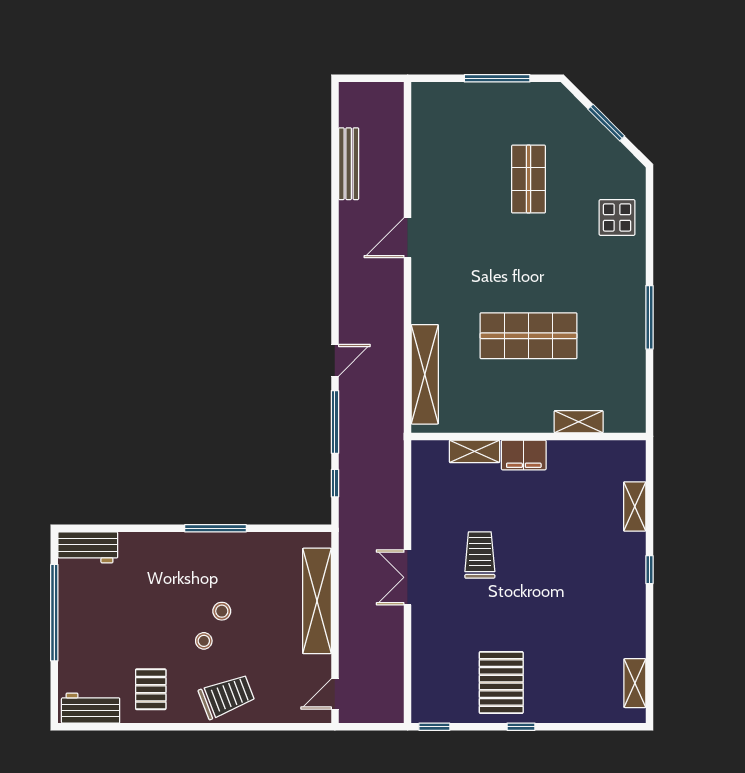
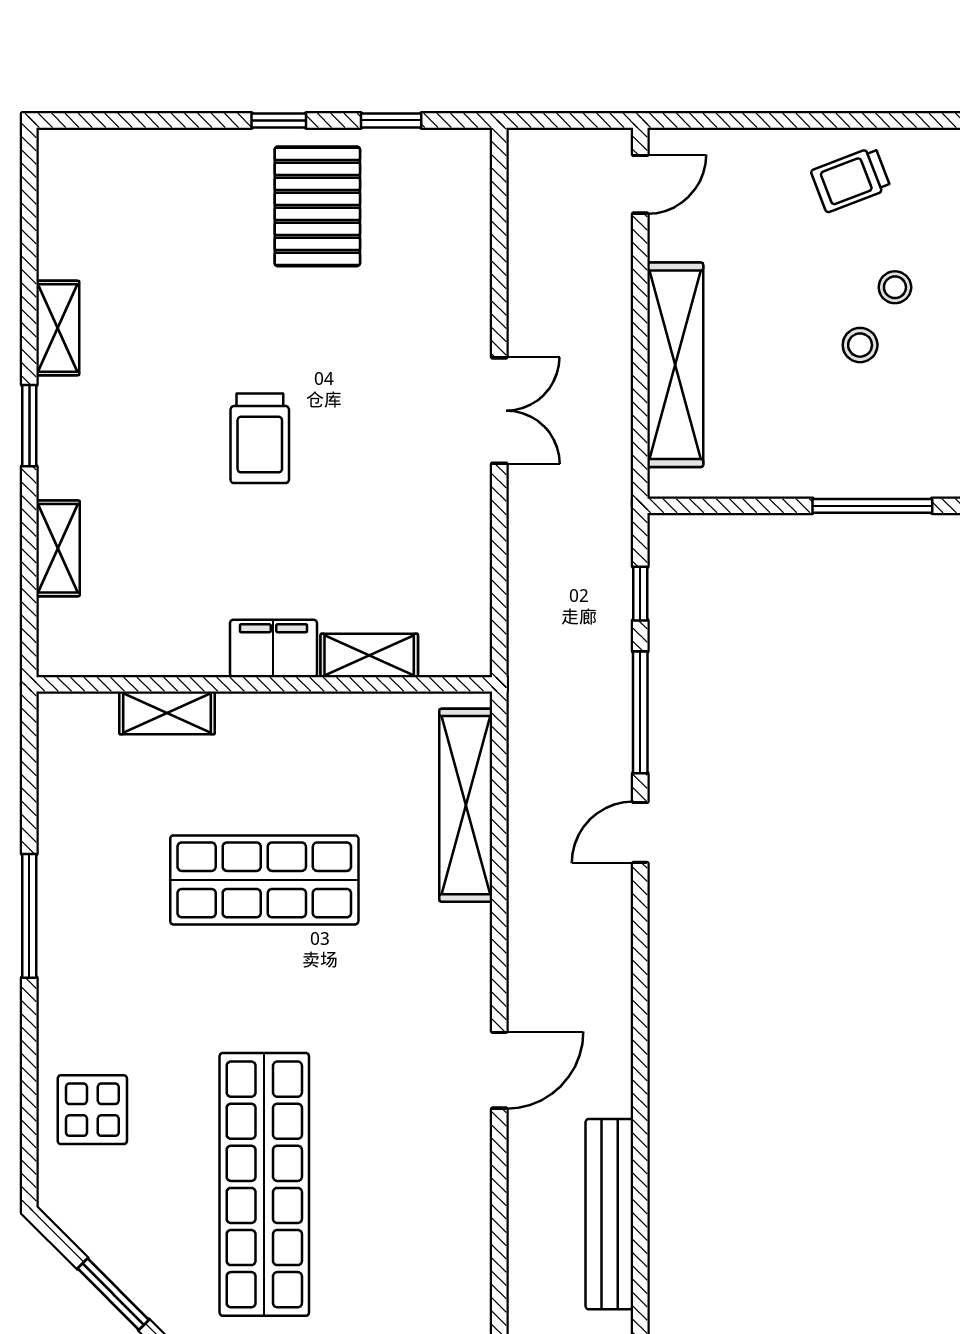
bench: (349, 164) -> (609, 1214), width x1.37, depth x1.21
shop shelf: (529, 179) -> (264, 1184), width x2.00, depth x1.36
trolley: (480, 555) -> (260, 438), moved
window: (649, 570) -> (29, 426), width x1.50
shelving: (635, 683) -> (58, 328), moved
trolley: (227, 696) -> (851, 180), width x0.73, depth x0.72
window: (434, 727) -> (391, 120), moved

